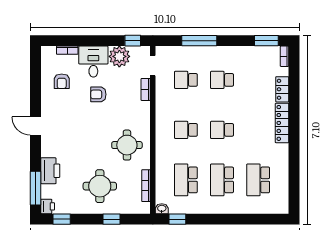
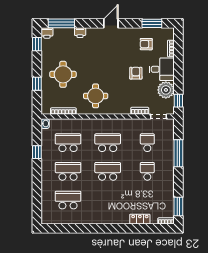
window: (36, 74) -> (152, 23), added
locker: (282, 123) -> (113, 219), removed
school desk: (186, 130) -> (108, 143), width x1.85
school desk: (222, 130) -> (108, 171), width x1.85
printer: (50, 171) -> (80, 33), width x0.53, depth x0.68
window: (177, 219) -> (37, 152), moved

